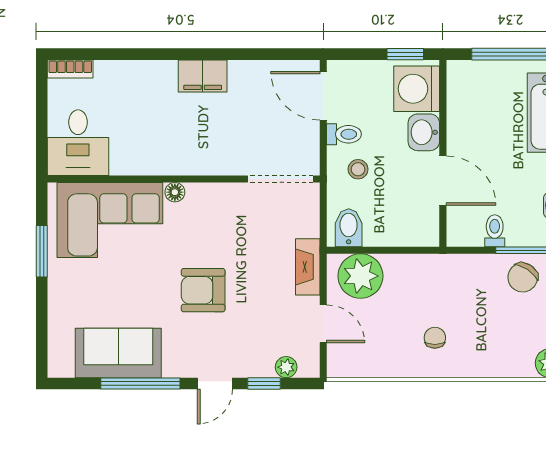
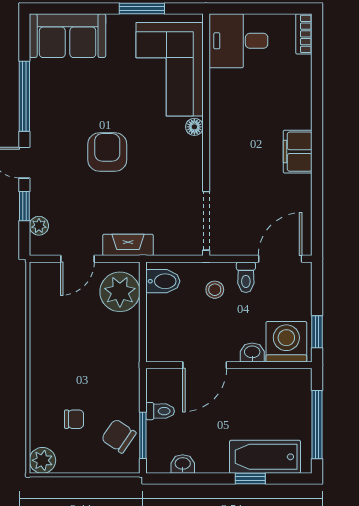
washbasin: (424, 132) -> (252, 352), width x0.72, depth x0.69
chair: (435, 338) -> (74, 419), moved
sofa: (118, 353) -> (68, 36), moved, turned 90

